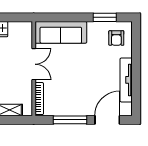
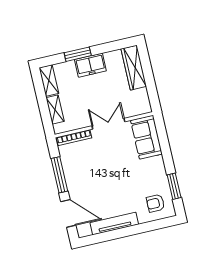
sofa: (61, 32) -> (146, 137), width x0.73
double door: (34, 64) -> (108, 124), swing flipped

